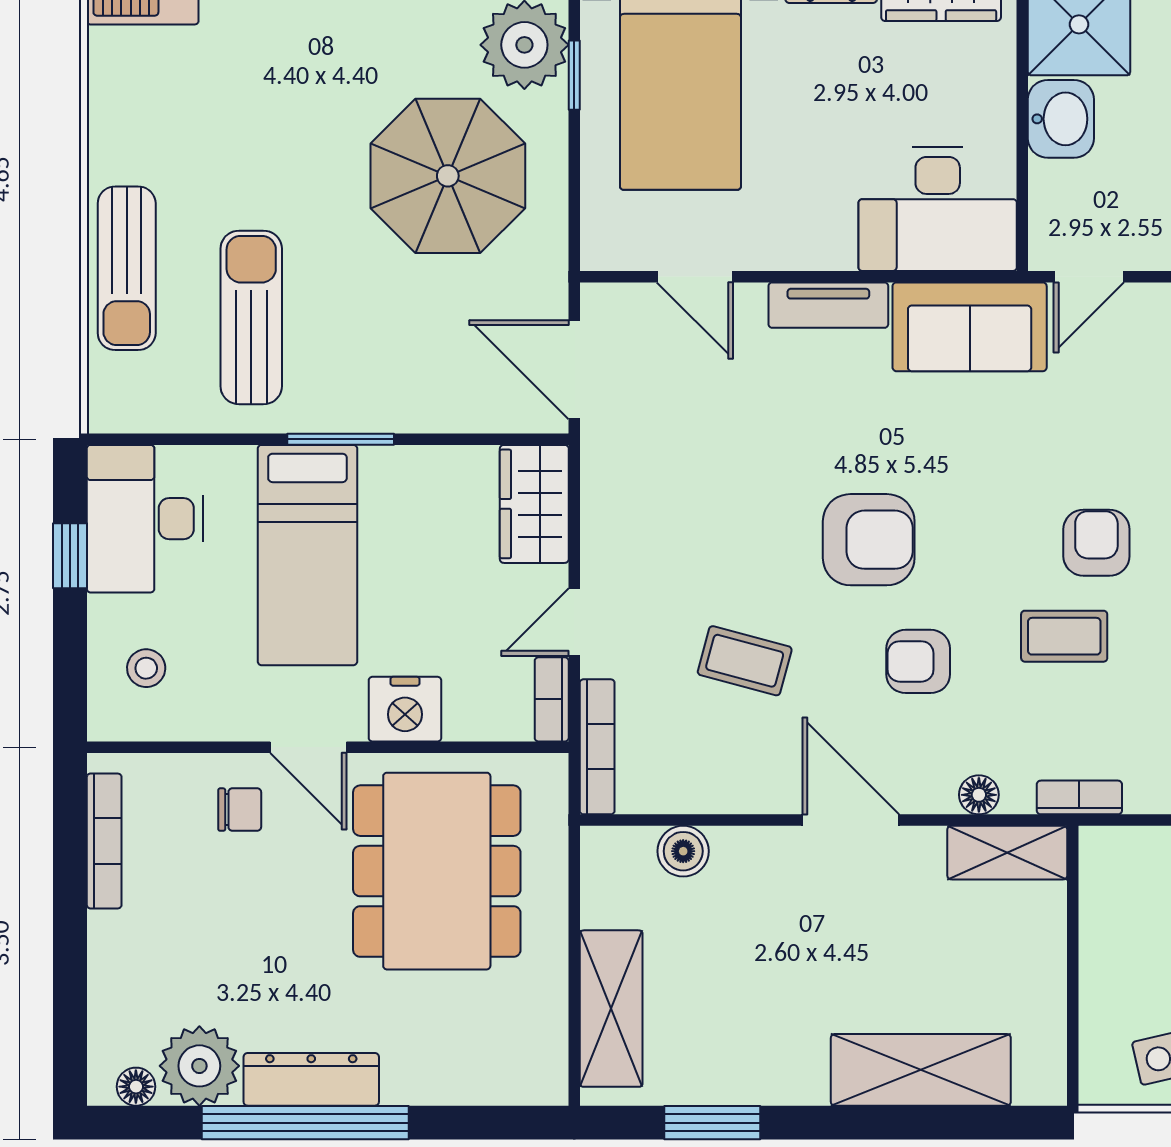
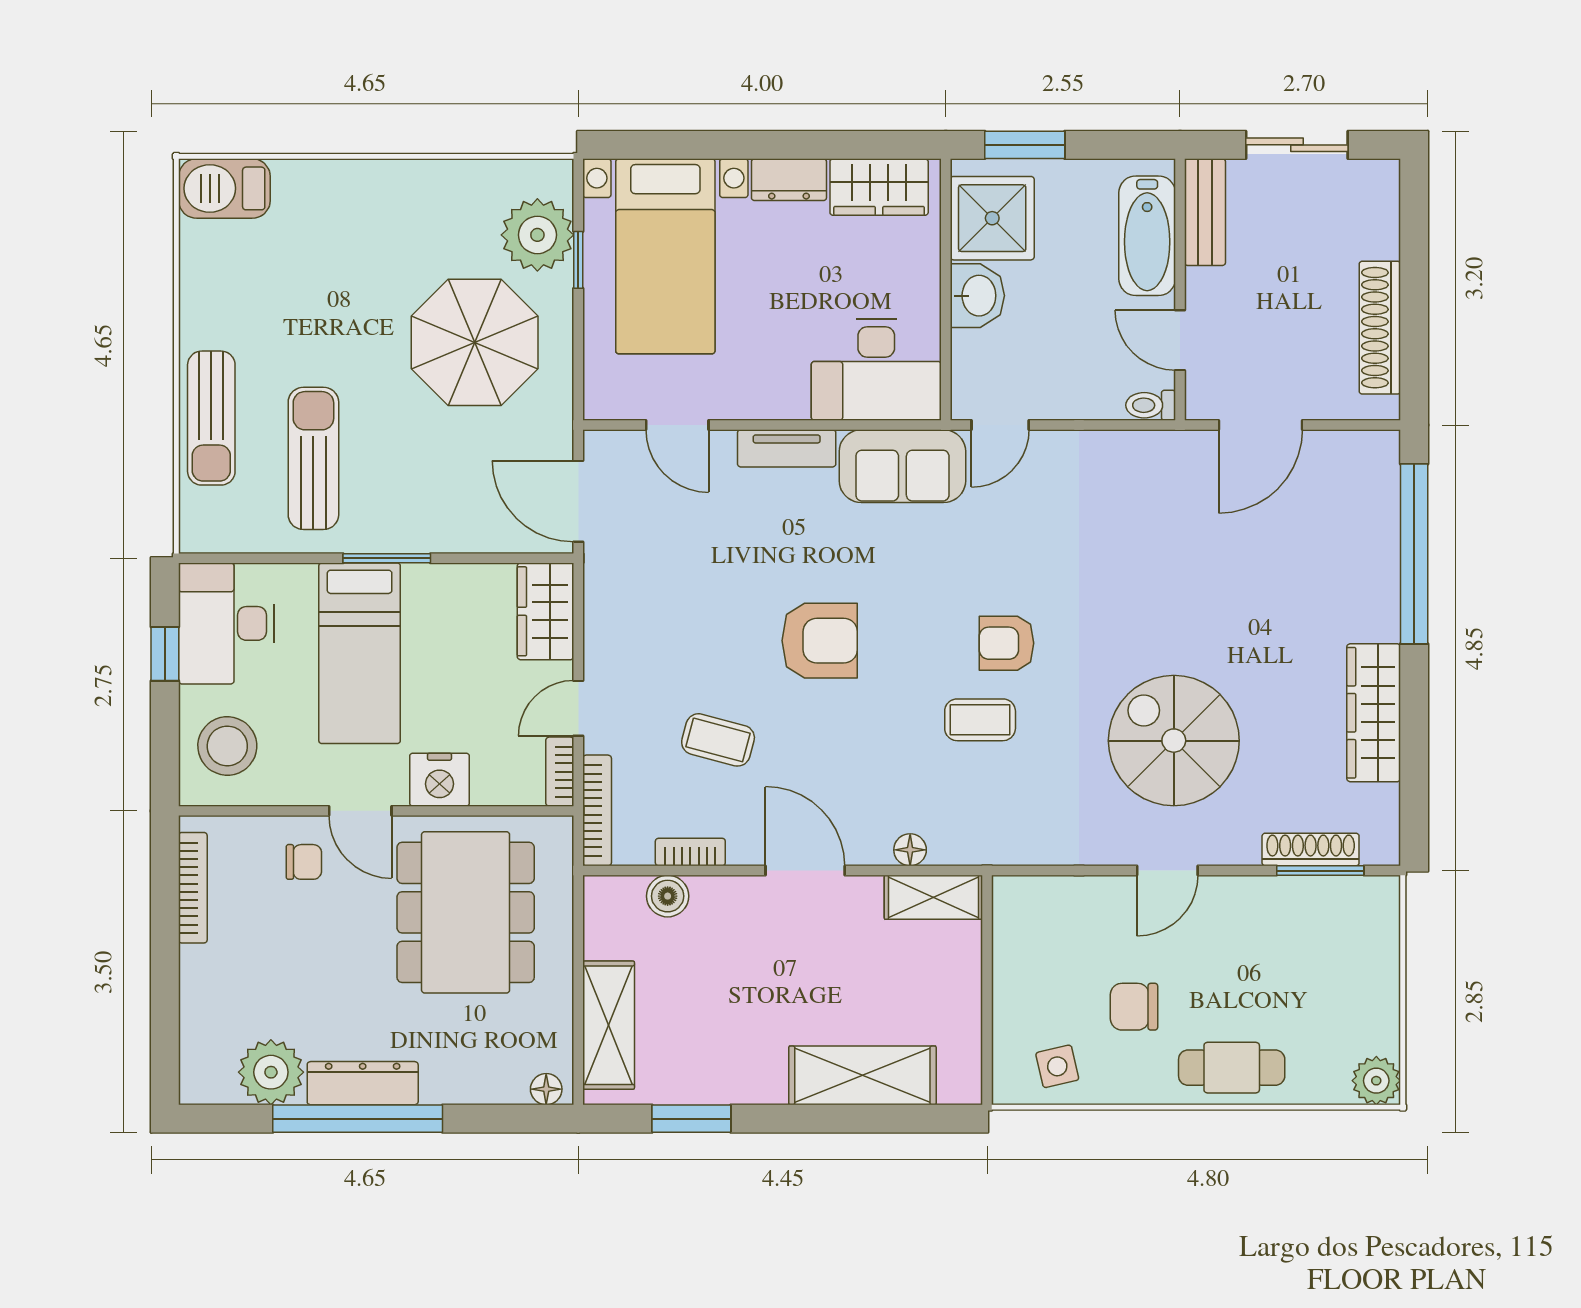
armchair: (1096, 543) -> (1006, 643), turned -90
armchair: (918, 661) -> (860, 740), removed
stool: (146, 668) -> (227, 746), width x1.89, depth x1.89
bookcase: (1079, 797) -> (690, 852), moved
floor lamp: (136, 1087) -> (546, 1089), moved

